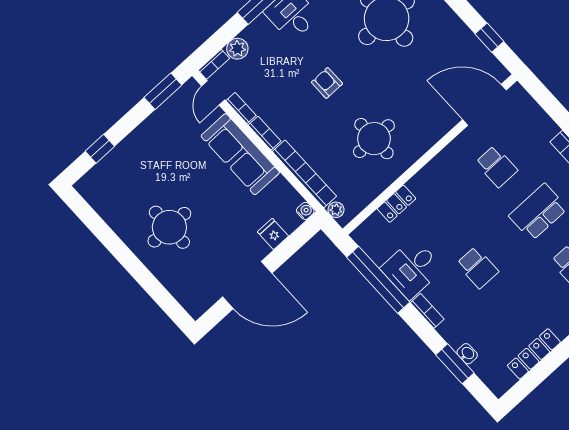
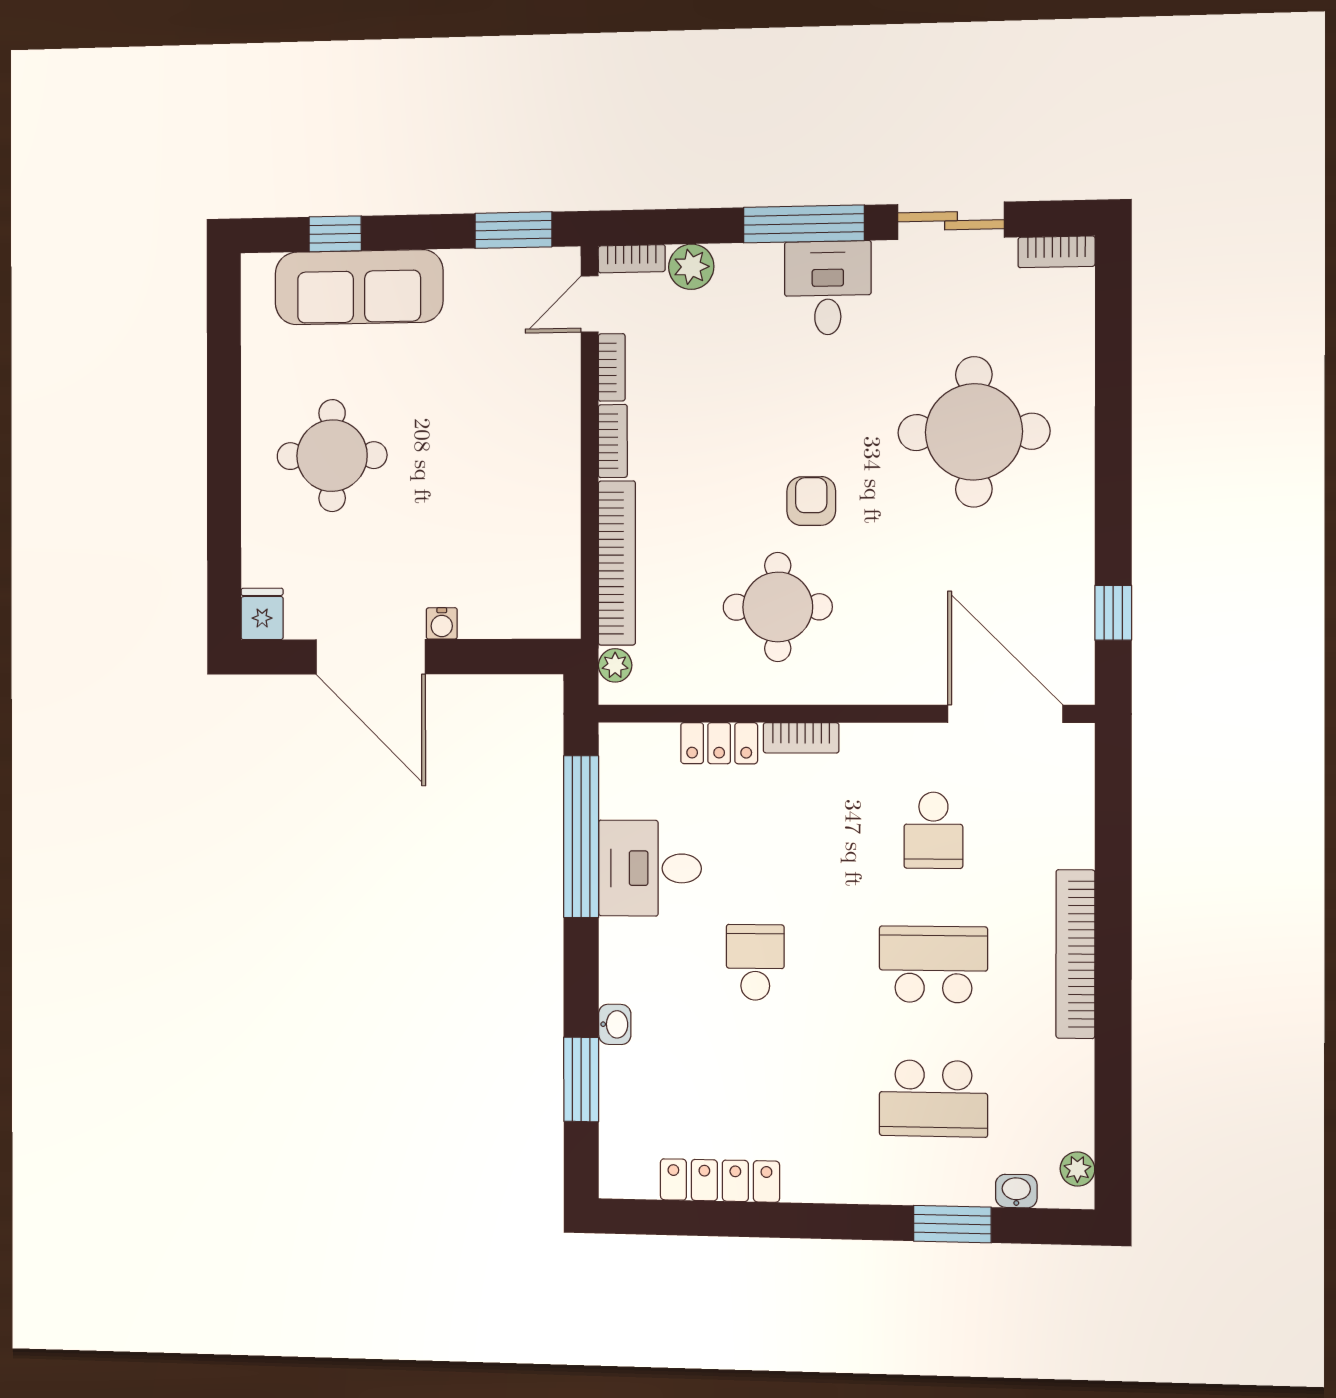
armchair: (327, 83) -> (811, 501), moved
sofa: (240, 154) -> (359, 287), moved, turned -90
water cooler: (305, 211) -> (442, 623), moved, turned 90
fridge: (273, 234) -> (262, 614), moved
school desk: (477, 268) -> (755, 962), turned 180
bookcase: (427, 311) -> (801, 738), moved, turned 90
washbasin: (467, 354) -> (615, 1024), moved

